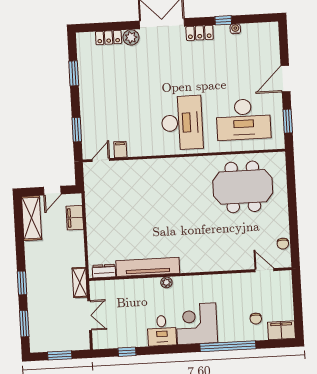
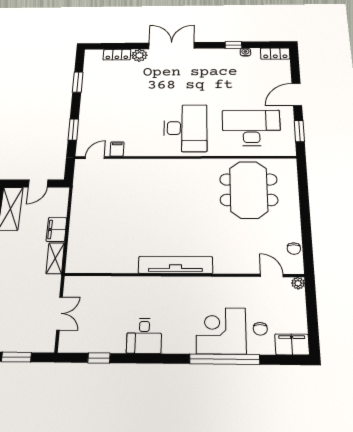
locker: (200, 33) -> (275, 54), moved
desk: (243, 119) -> (251, 128), turned 180
meeting table: (243, 187) -> (249, 190), turned 90
filing cabinet: (75, 218) -> (56, 229), moved
tv unit: (148, 267) -> (175, 265), moved
dresser: (104, 271) -> (83, 266), removed
shelving: (80, 282) -> (55, 258), moved
plant: (166, 282) -> (298, 283), moved
corner desk: (197, 324) -> (221, 331), moved

